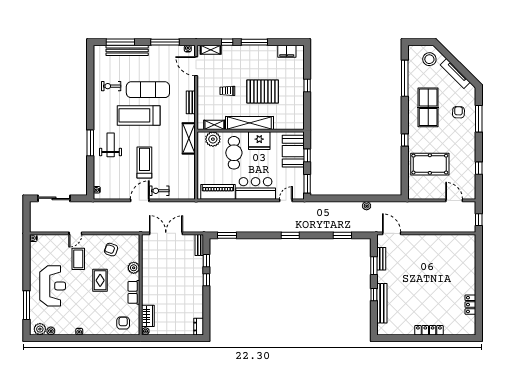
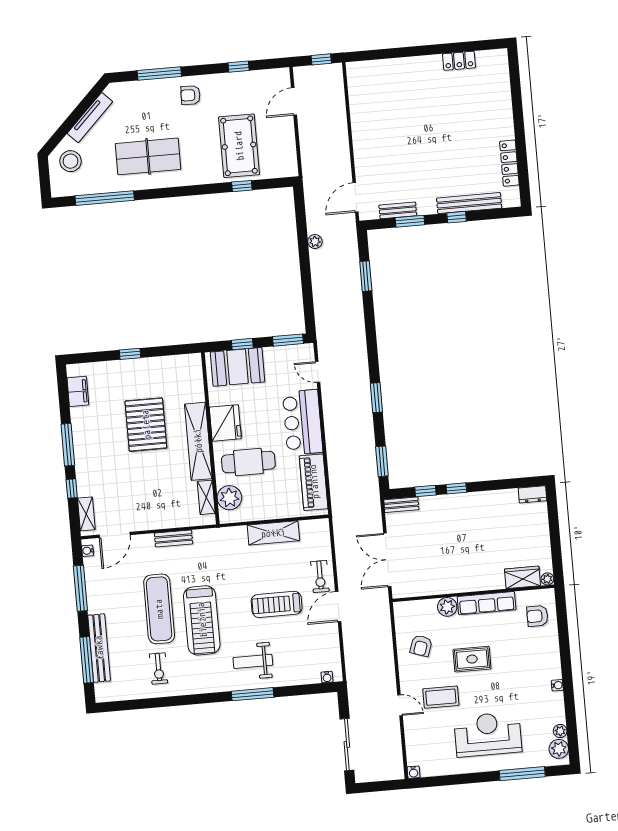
trolley: (227, 91) -> (150, 481), removed
armchair: (458, 112) -> (191, 95), moved
shelving: (189, 138) -> (273, 533), moved
window: (405, 140) -> (242, 186), moved
door: (140, 200) -> (338, 606), hinge flipped
window: (290, 235) -> (376, 398), moved
row of seats: (134, 292) -> (487, 603), width x1.48
locker: (429, 330) -> (509, 163), moved

